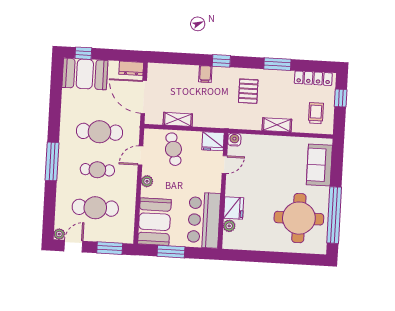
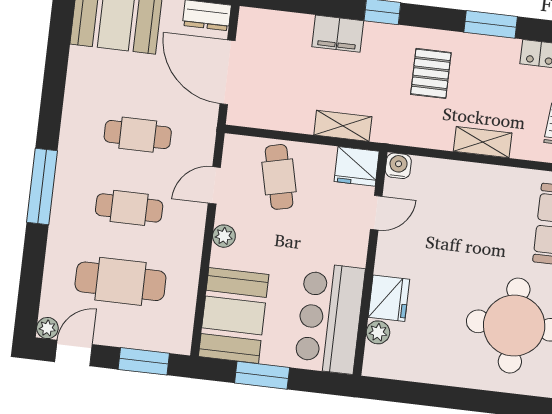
filing cabinet: (205, 74) -> (338, 34), width x2.00
shelving: (178, 119) -> (343, 126), moved
cafe table: (100, 132) -> (138, 135), width x0.73, depth x0.74

